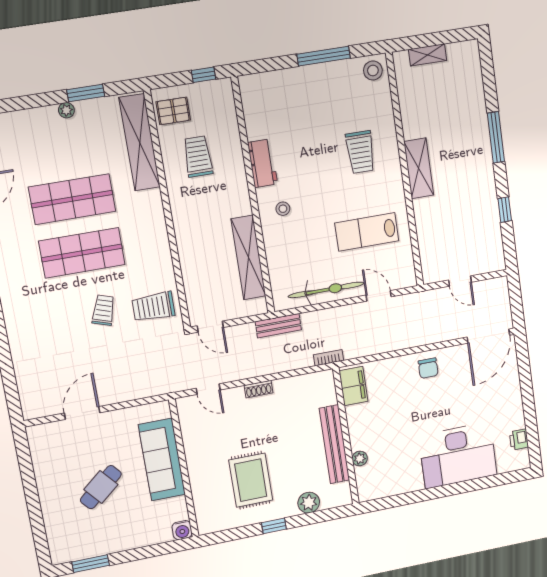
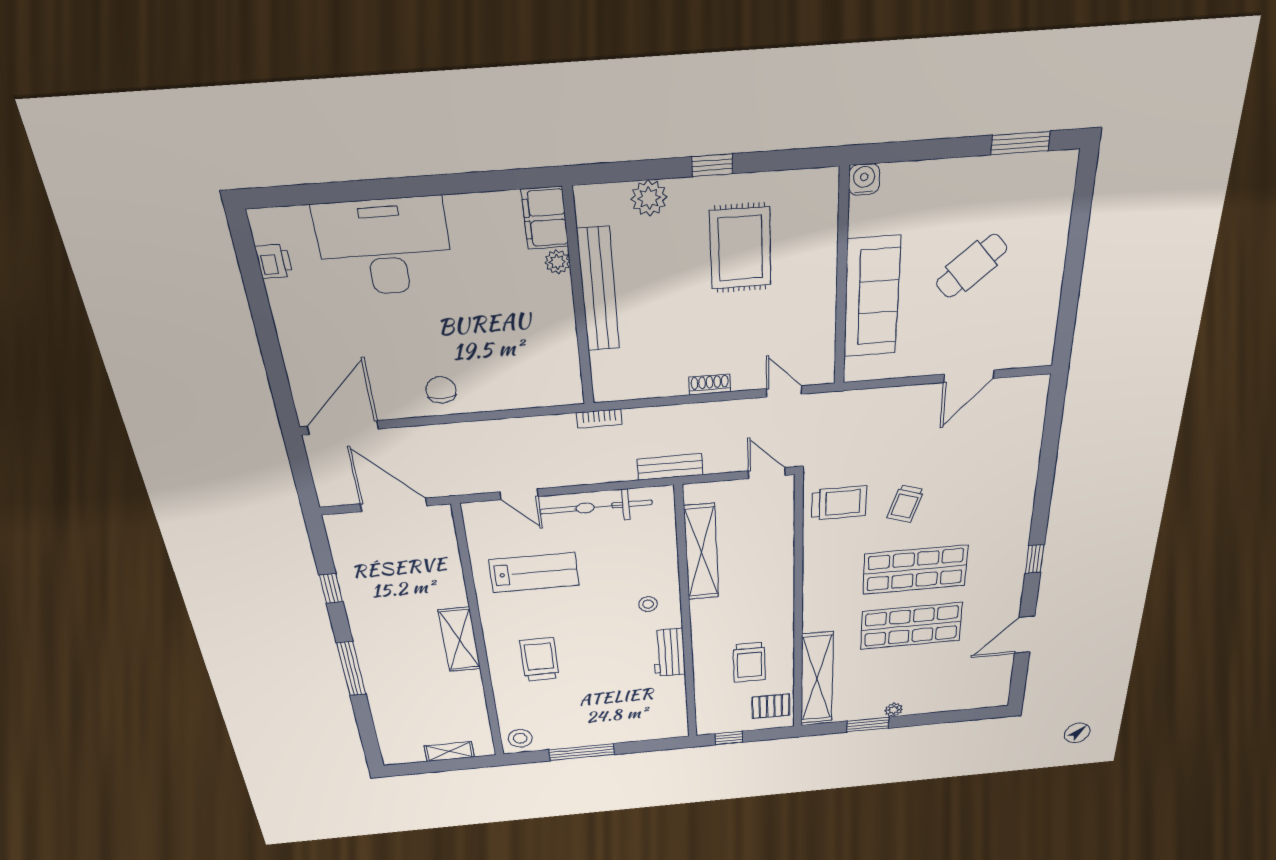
door: (460, 281) -> (394, 505), width x1.88
filing cabinet: (353, 386) -> (545, 218), moved

